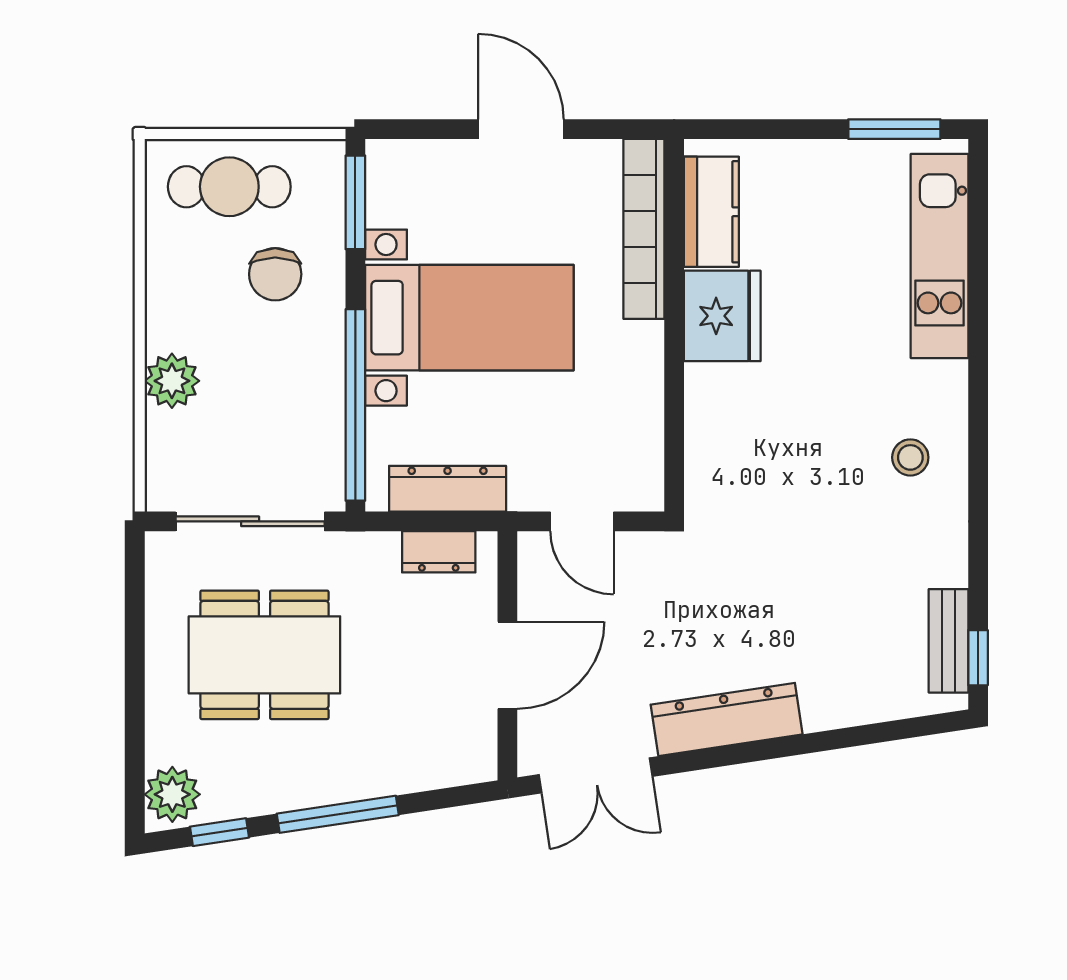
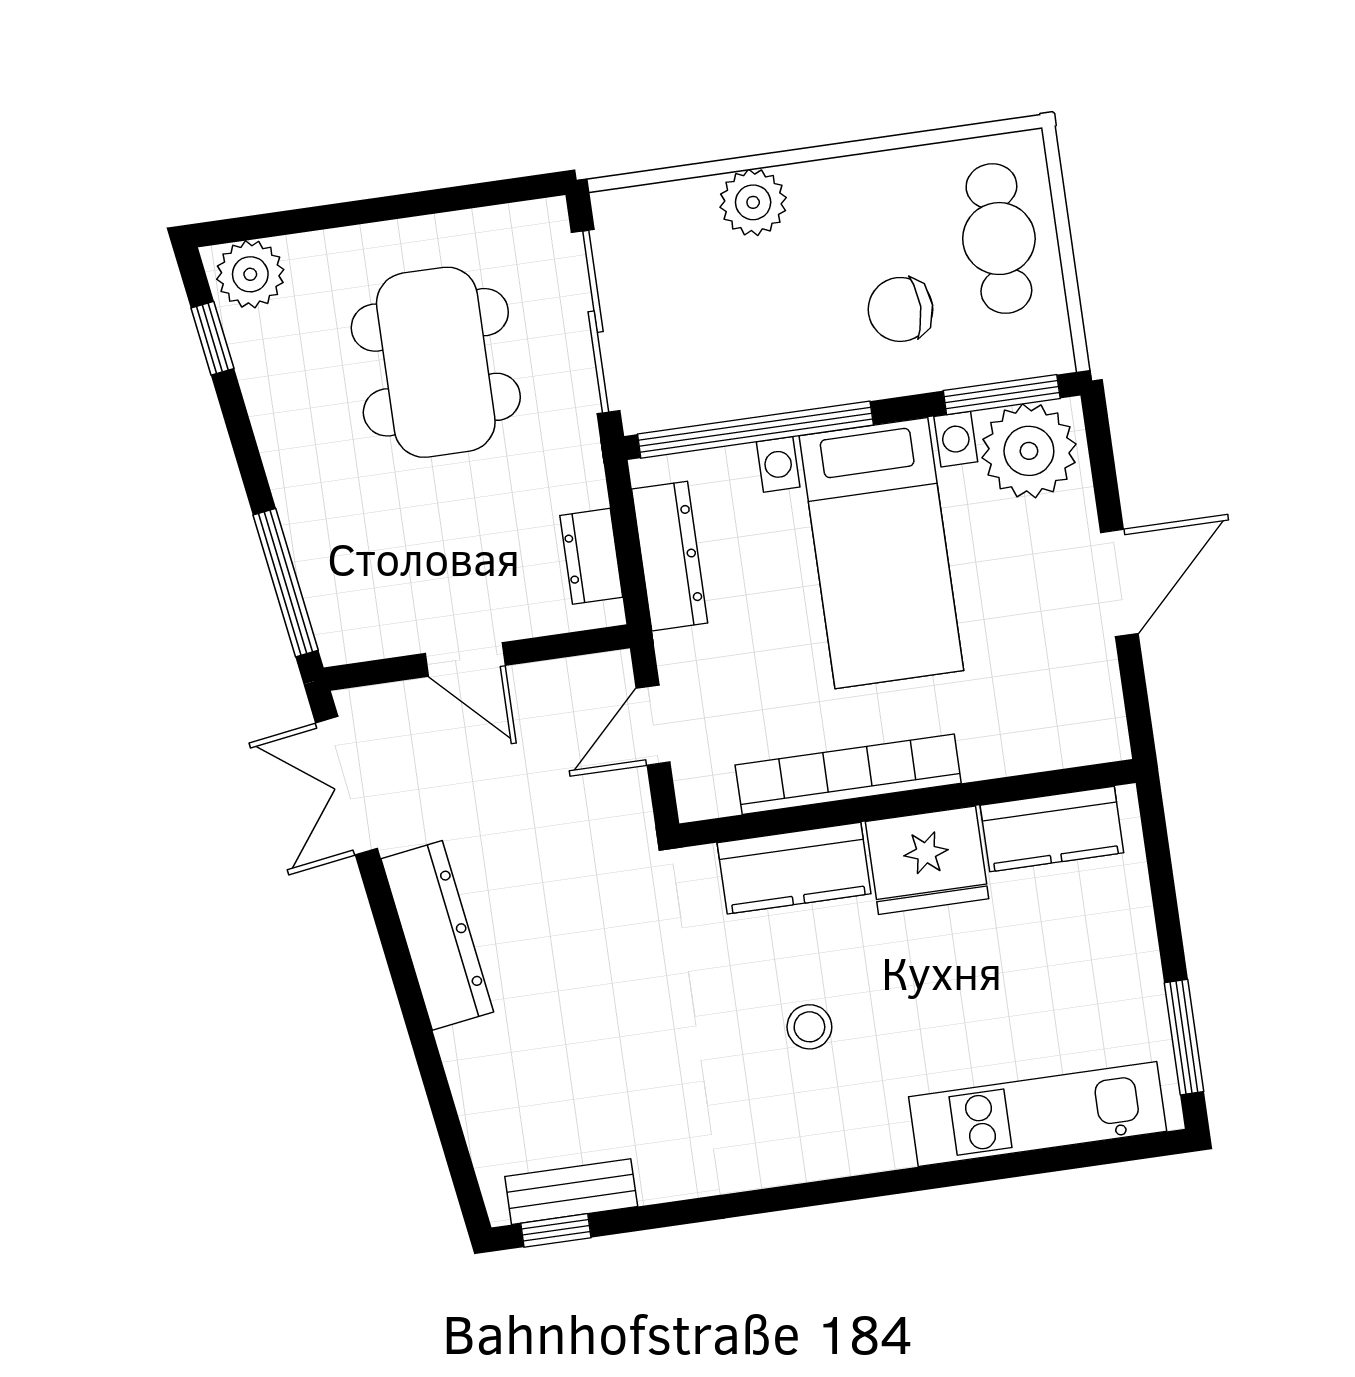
plant: (404, 187) -> (1029, 451), added
bookcase: (644, 229) -> (848, 774), moved
kitchen counter: (713, 424) -> (794, 868), added
stool: (910, 457) -> (809, 1027), moved
door: (507, 665) -> (465, 659), width x0.73
window: (338, 814) -> (286, 583), moved

